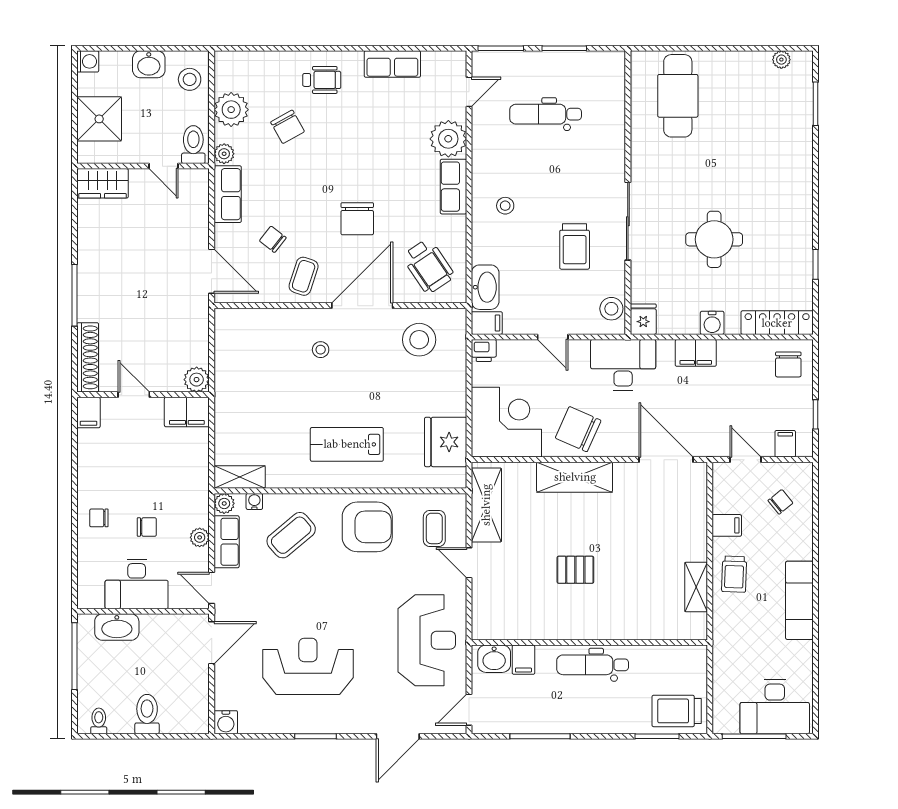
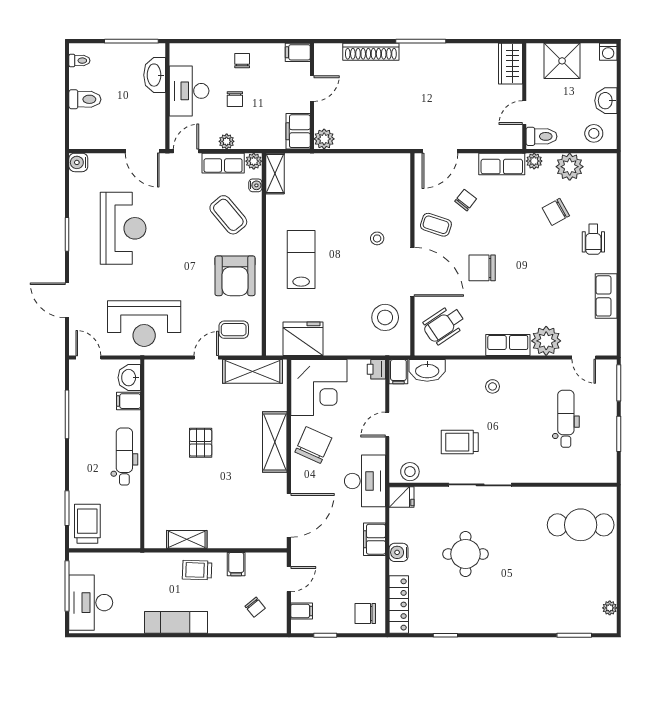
plant: (197, 380) -> (324, 139), moved
door: (134, 395) -> (312, 89), moved
wall: (143, 395) -> (312, 96), moved
filing cabinet: (88, 412) -> (298, 52), moved
filing cabinet: (187, 412) -> (298, 131), moved

